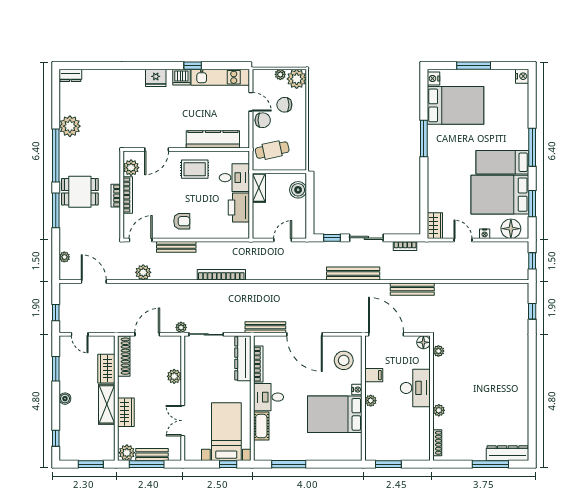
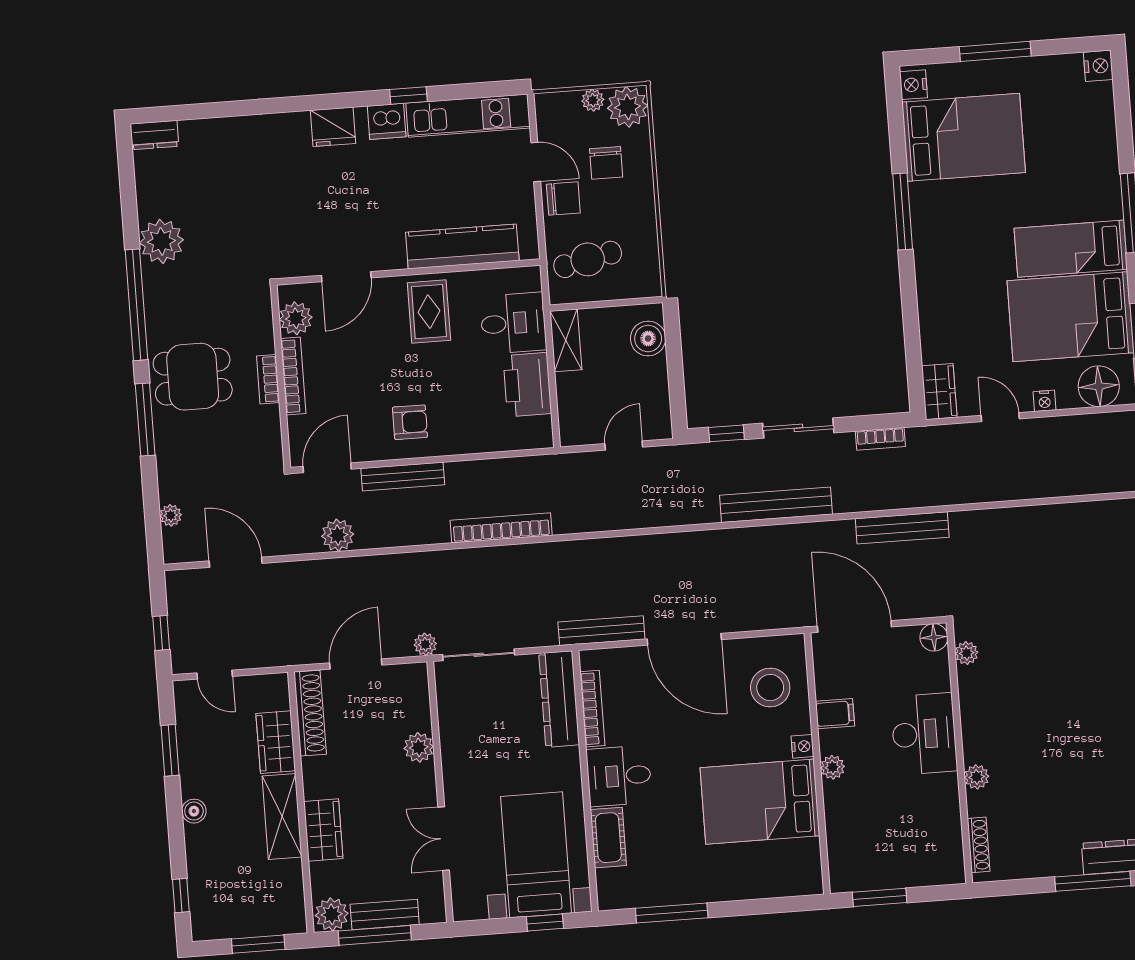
chair: (284, 105) -> (606, 163), turned -90
rug: (195, 169) -> (429, 312), turned 90

